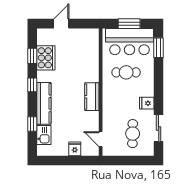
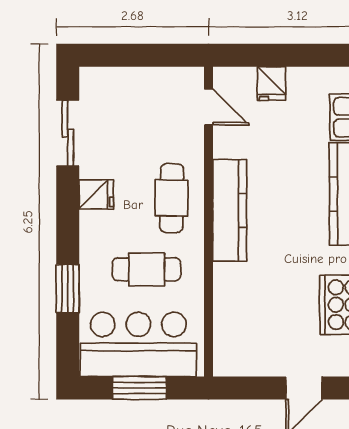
window: (159, 48) -> (68, 289), moved
kitchen counter: (92, 97) -> (230, 210), width x1.50
cafe table: (133, 134) -> (172, 198), moved

